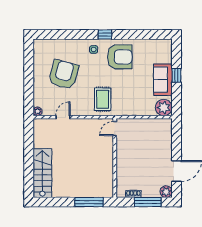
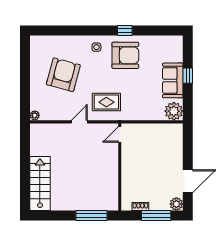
window: (105, 34) -> (125, 31), moved
rug: (103, 99) -> (106, 102), turned 90
door: (63, 117) -> (79, 122), moved

